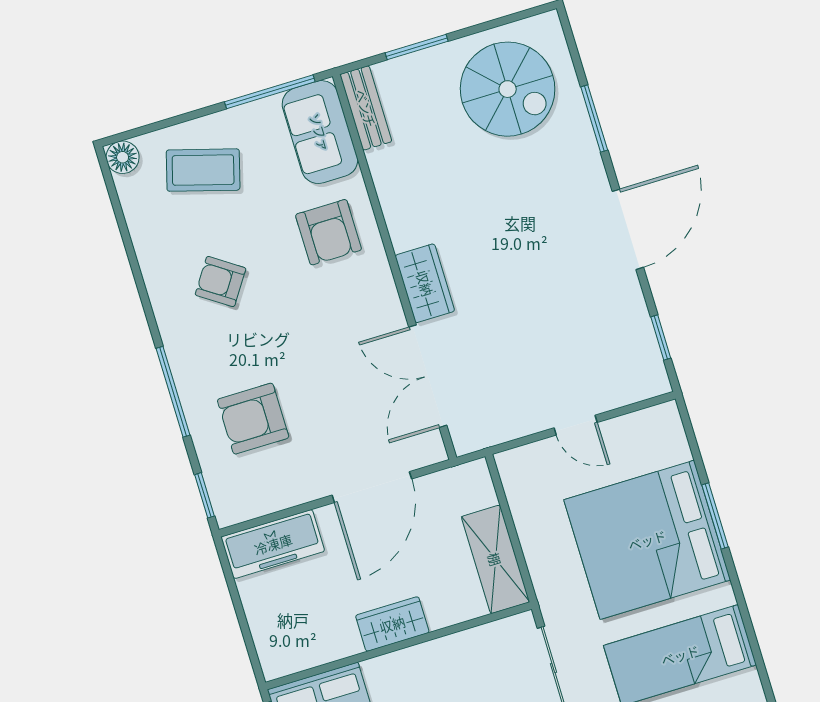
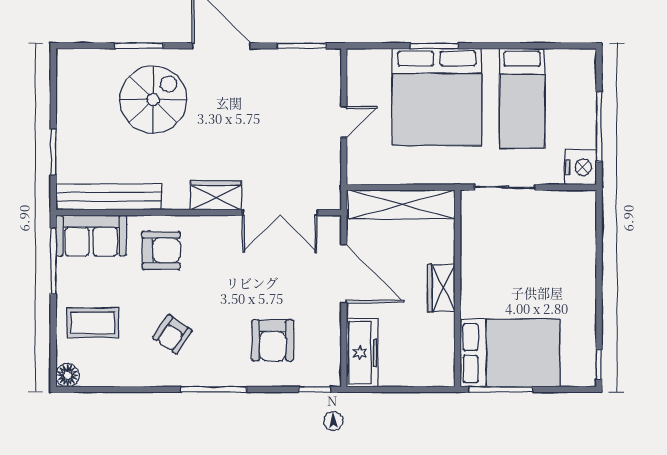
spiral stairs: (508, 89) -> (153, 100), moved
bench: (366, 108) -> (109, 197), width x1.86, depth x1.21
coffee table: (203, 170) -> (93, 323), turned 74
window: (661, 338) -> (302, 46), width x1.50
window: (173, 392) -> (214, 389), moved
shelving: (495, 559) -> (402, 204), width x1.47

